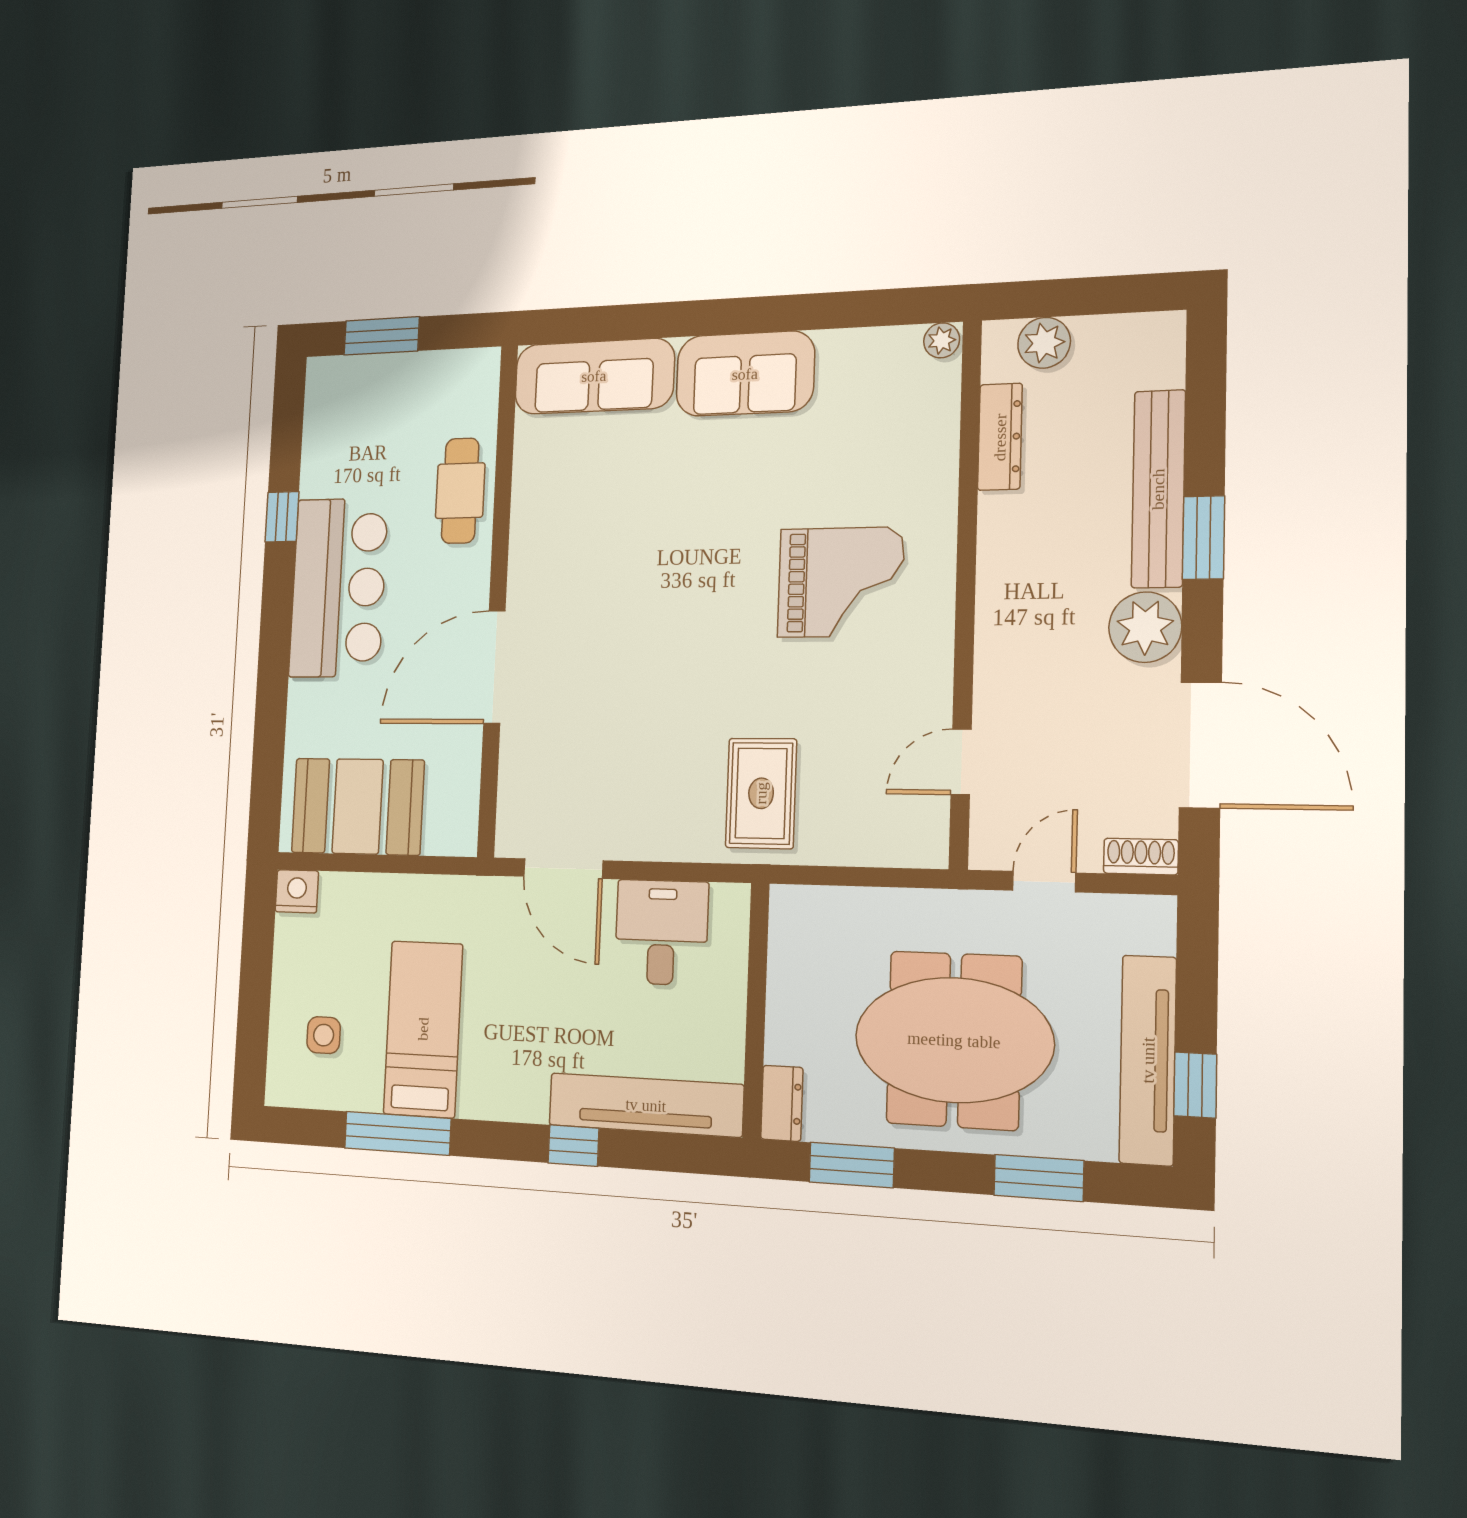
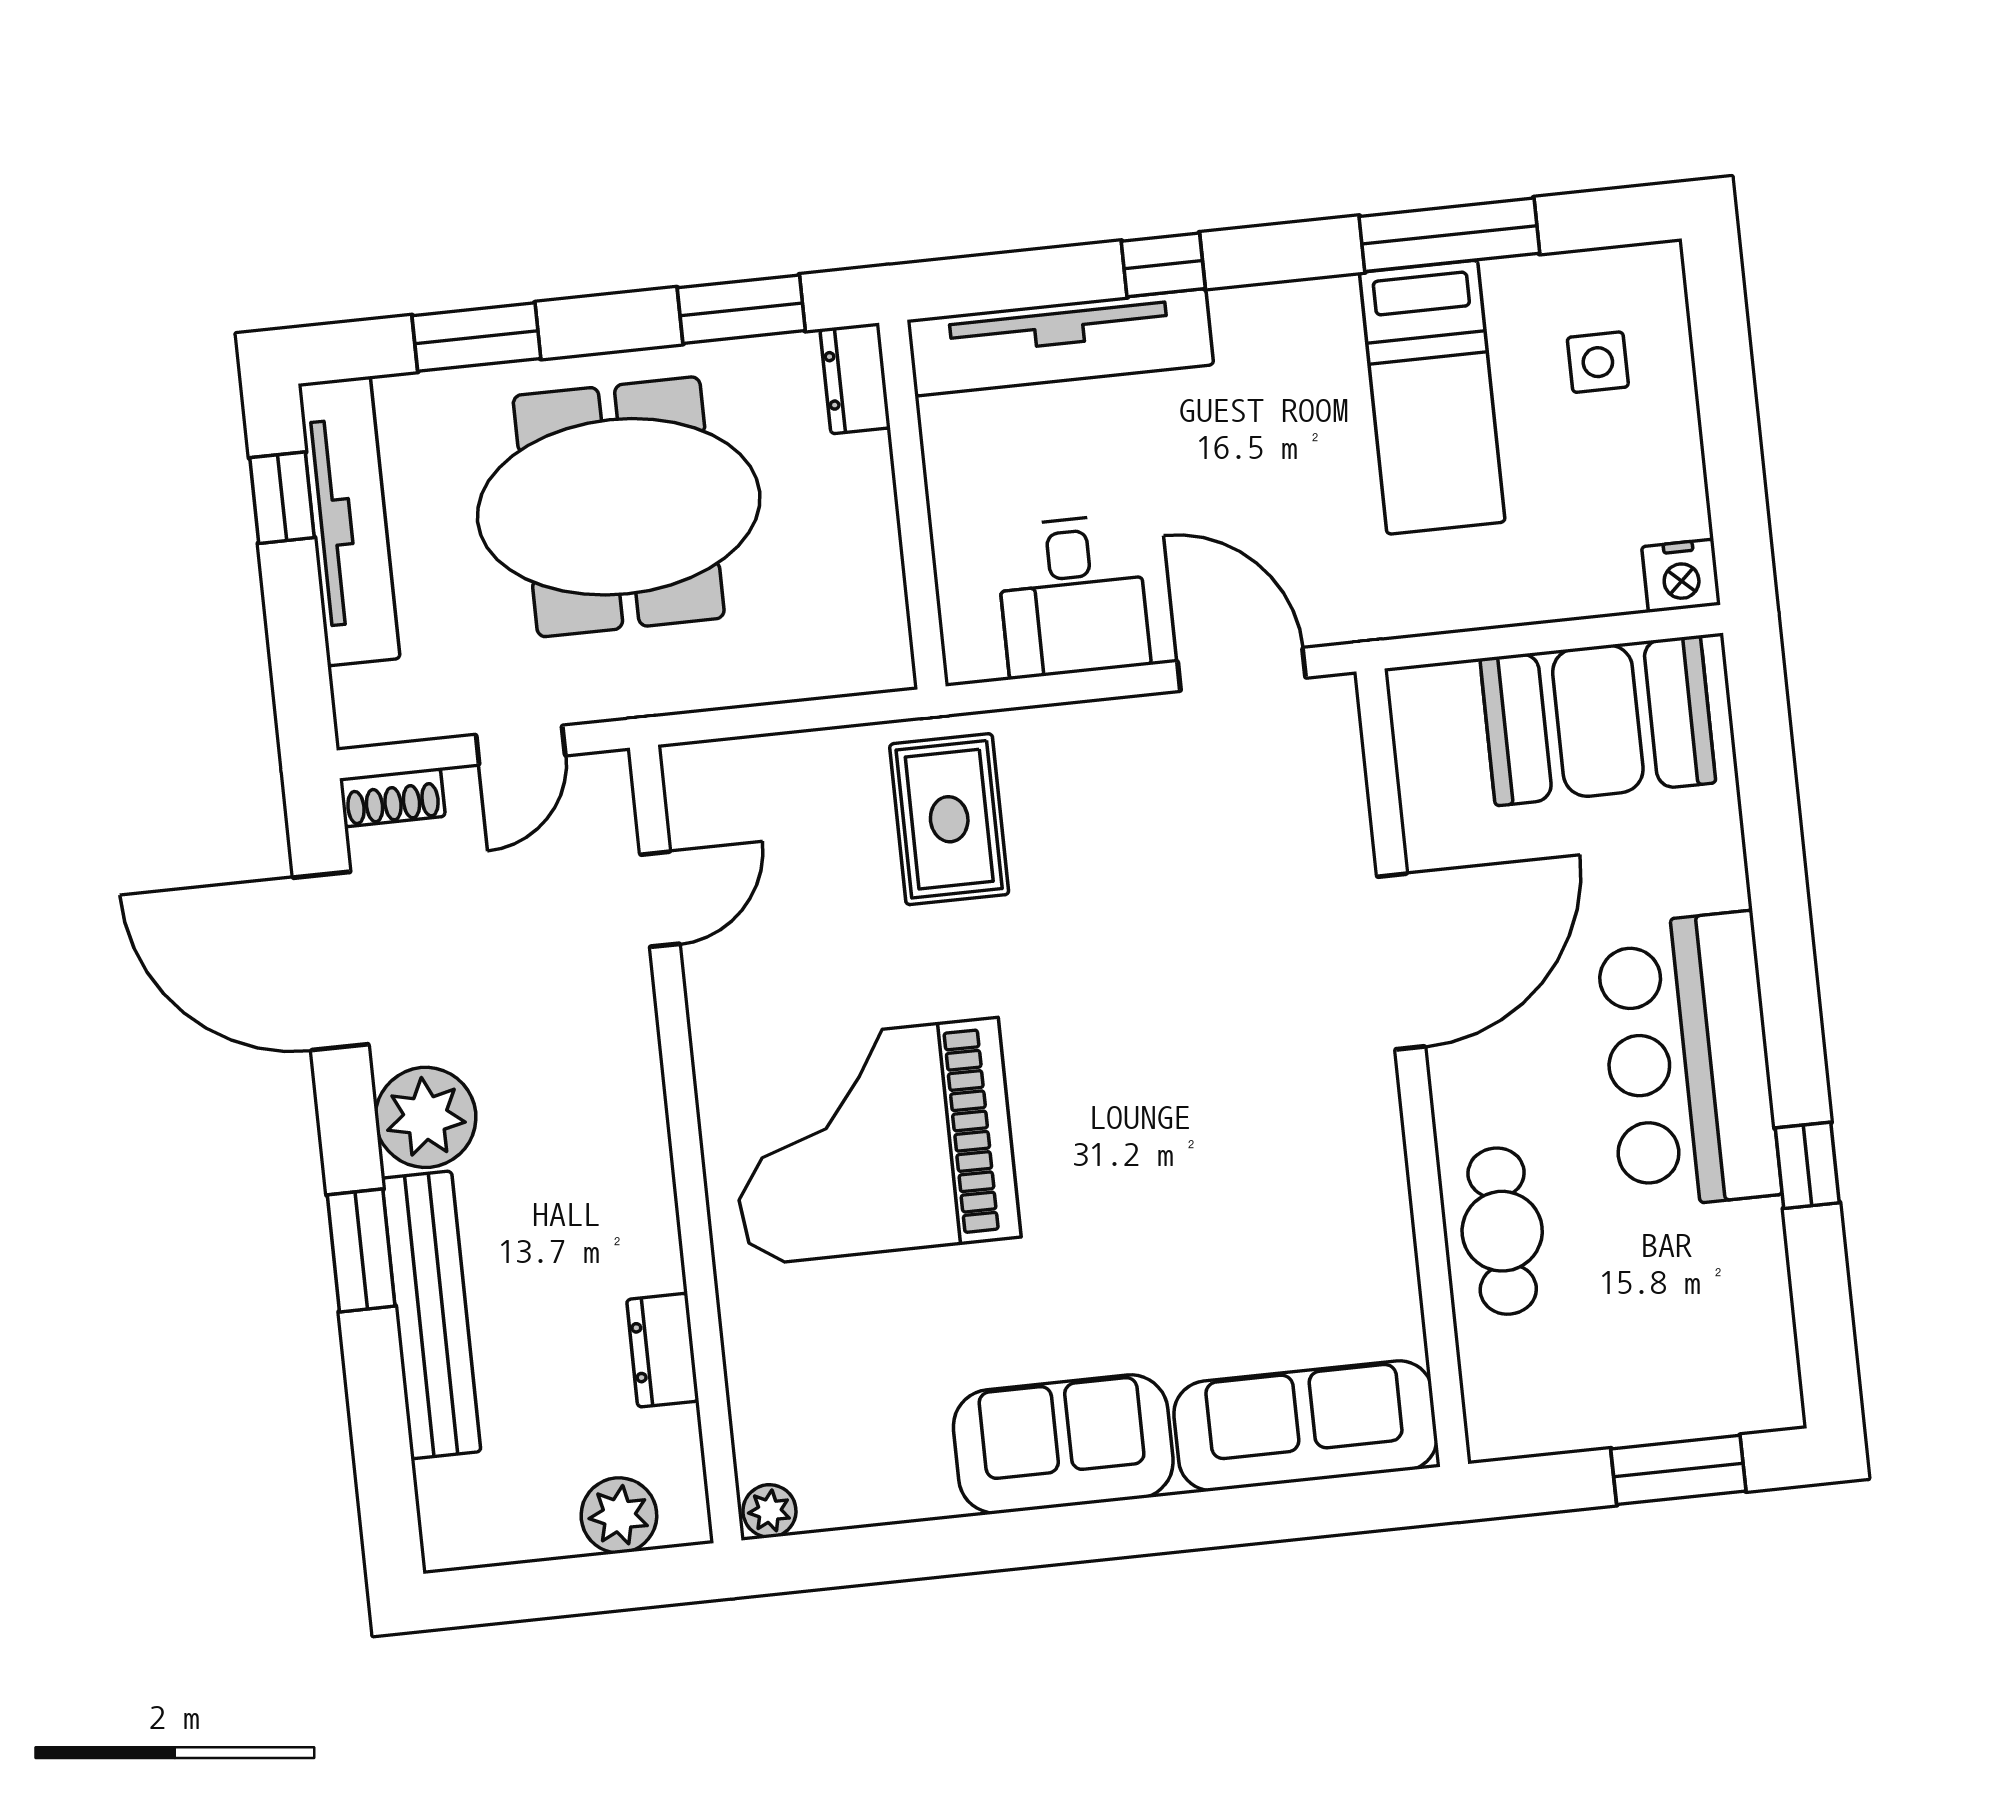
dresser: (1000, 437) -> (663, 1350), width x0.70
grand piano: (841, 582) -> (872, 1142), width x1.37, depth x1.48

